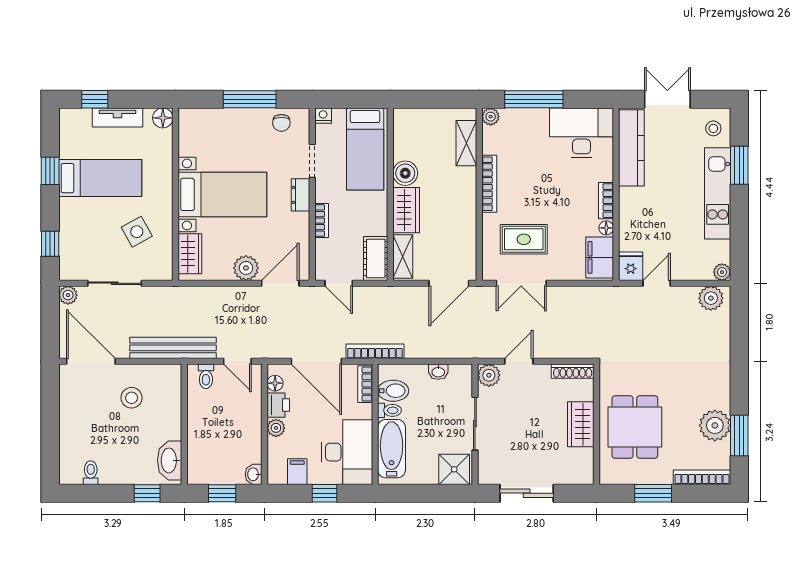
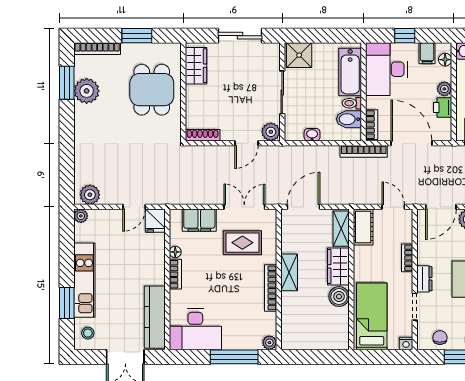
shelving: (466, 143) -> (289, 272), moved
filing cabinet: (600, 257) -> (199, 220), moved, turned 90
floor lamp: (275, 383) -> (445, 60), moved
wardrobe: (581, 424) -> (196, 66), moved

